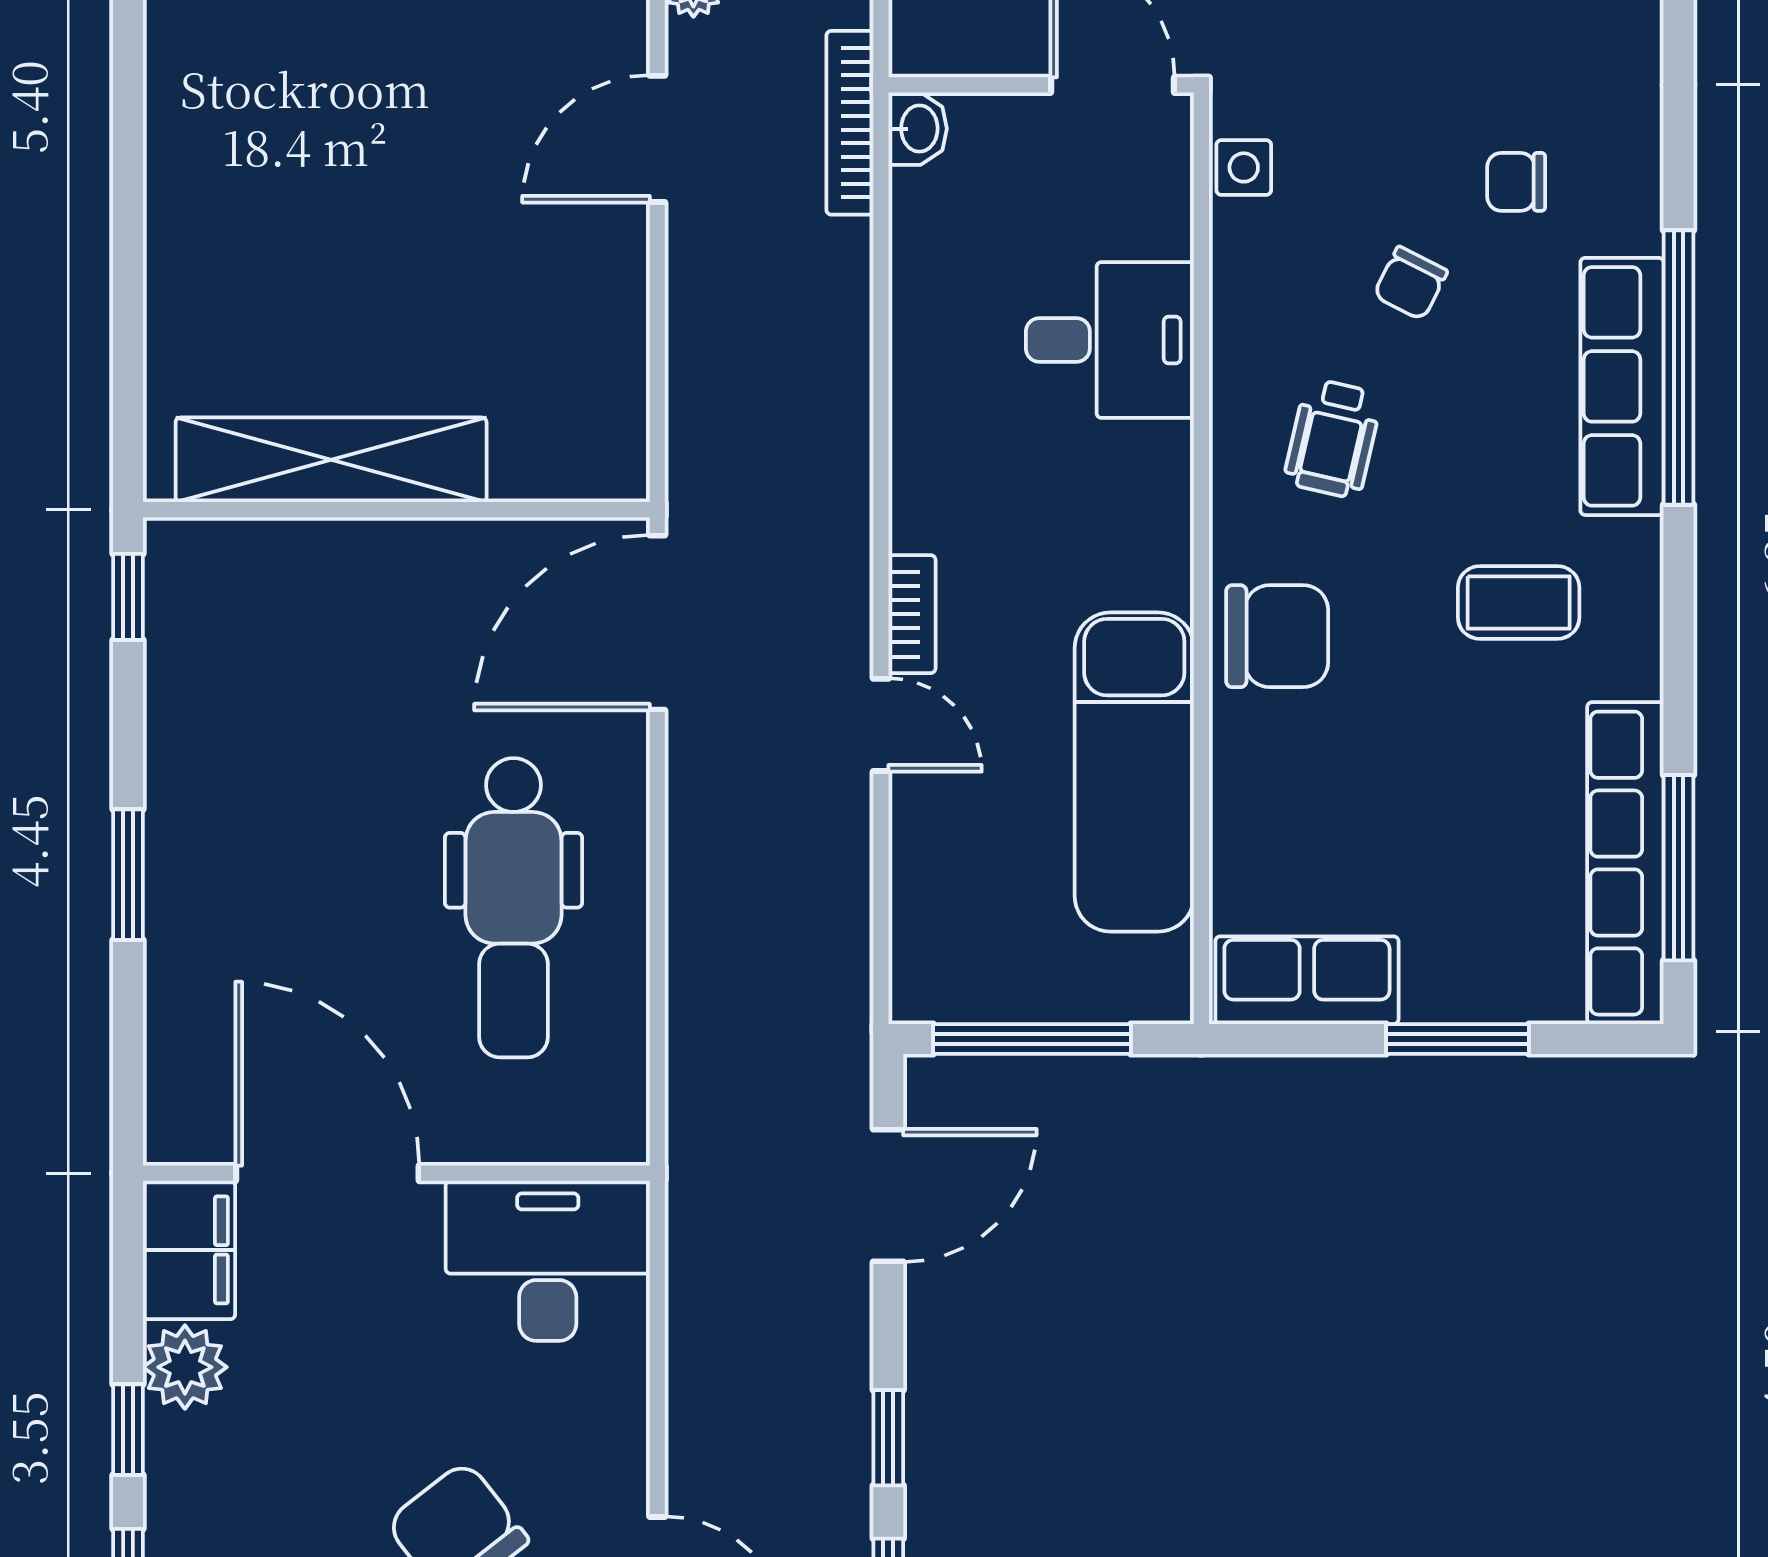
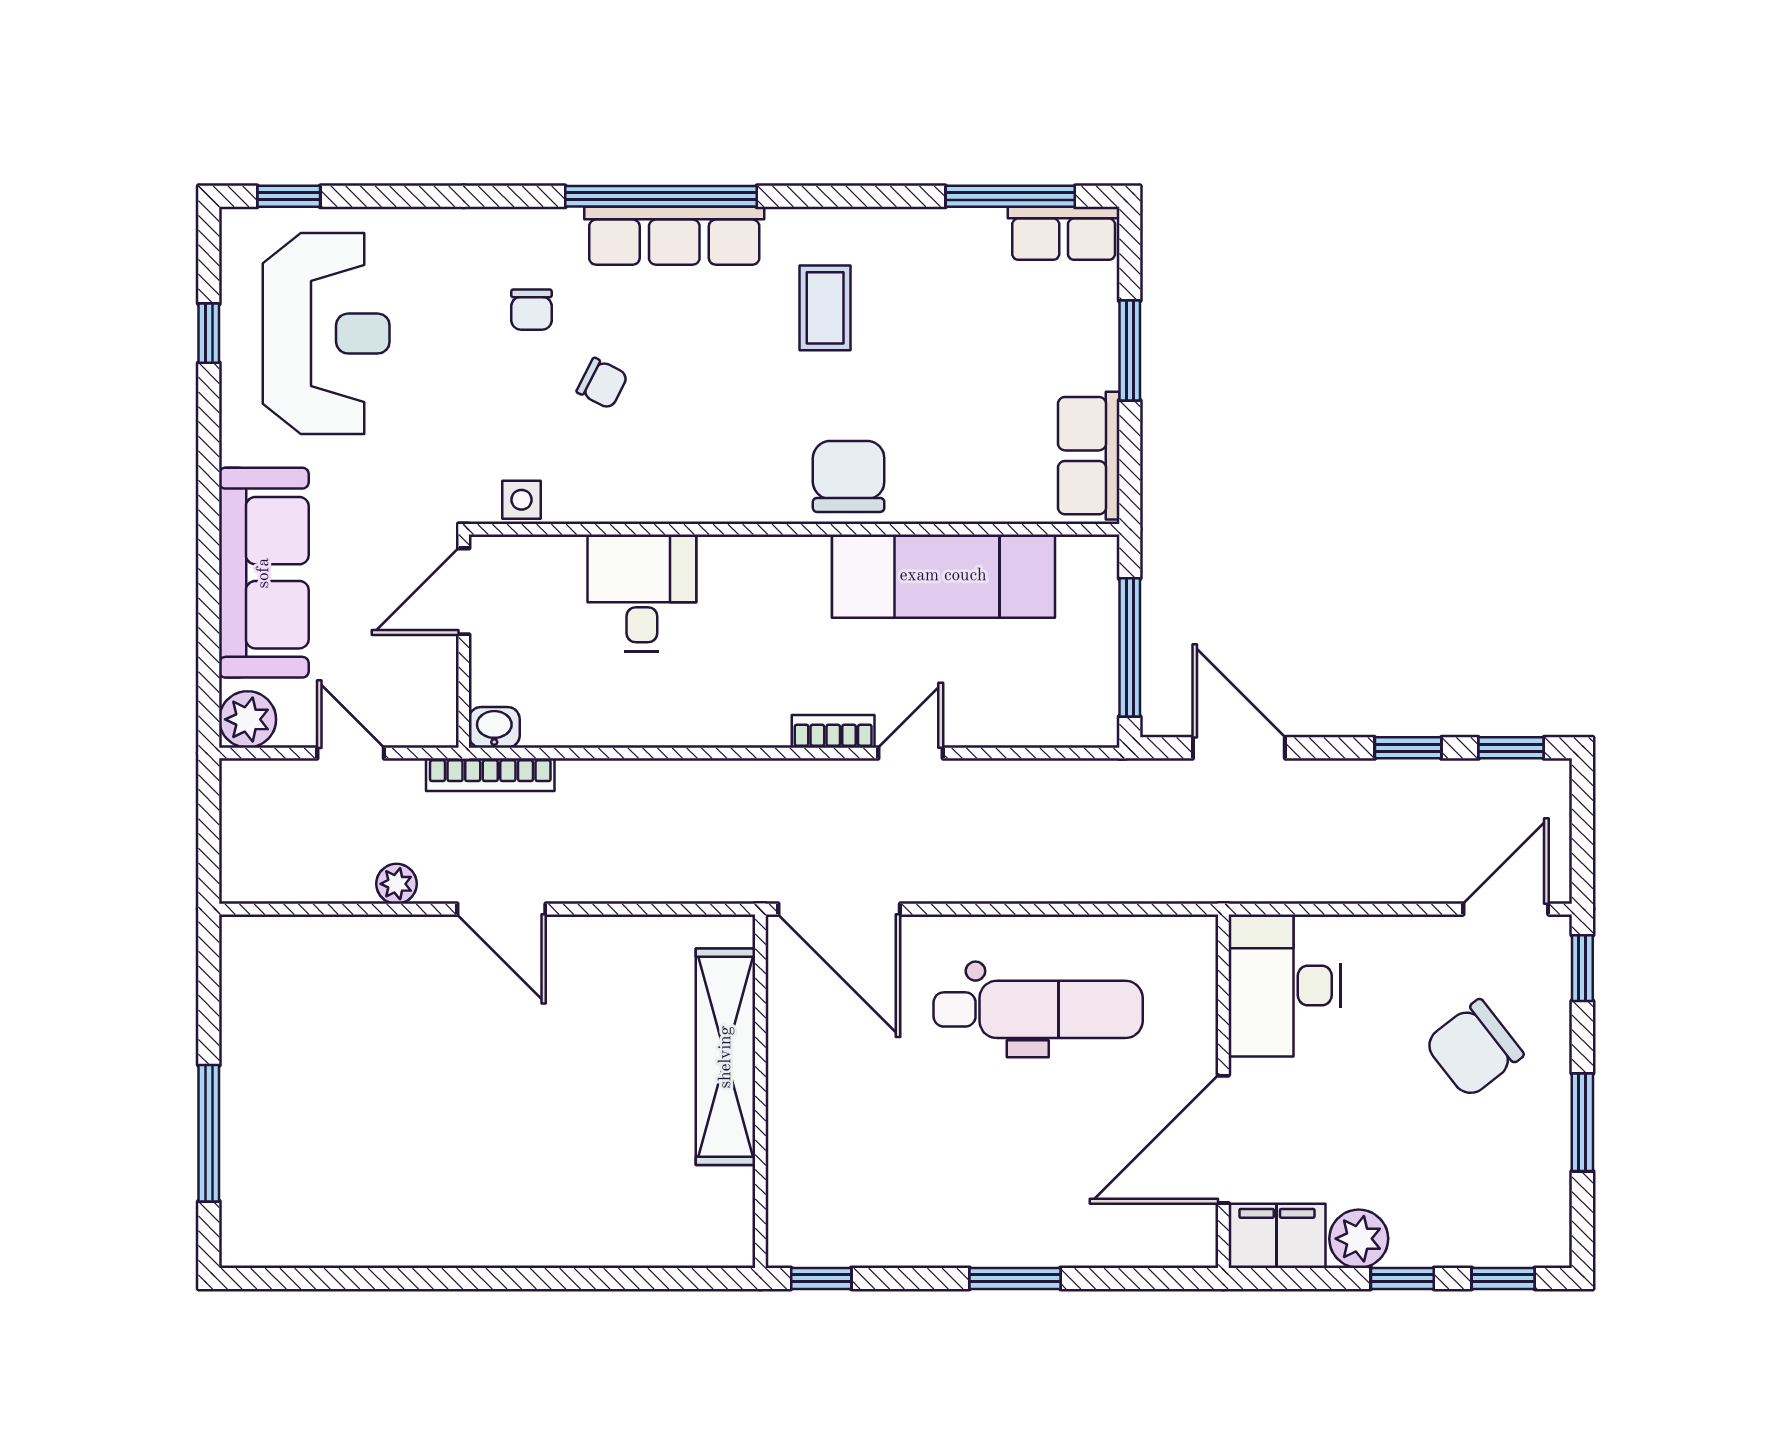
wheelchair: (1333, 438) -> (711, 438), removed
shelving: (331, 460) -> (726, 1057), moved
row of seats: (1625, 863) -> (1064, 233), width x0.50

